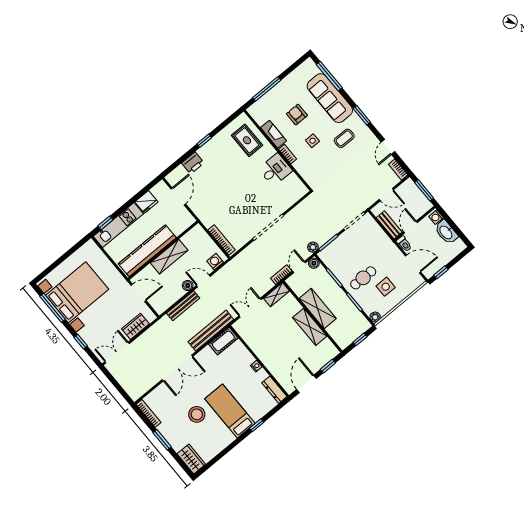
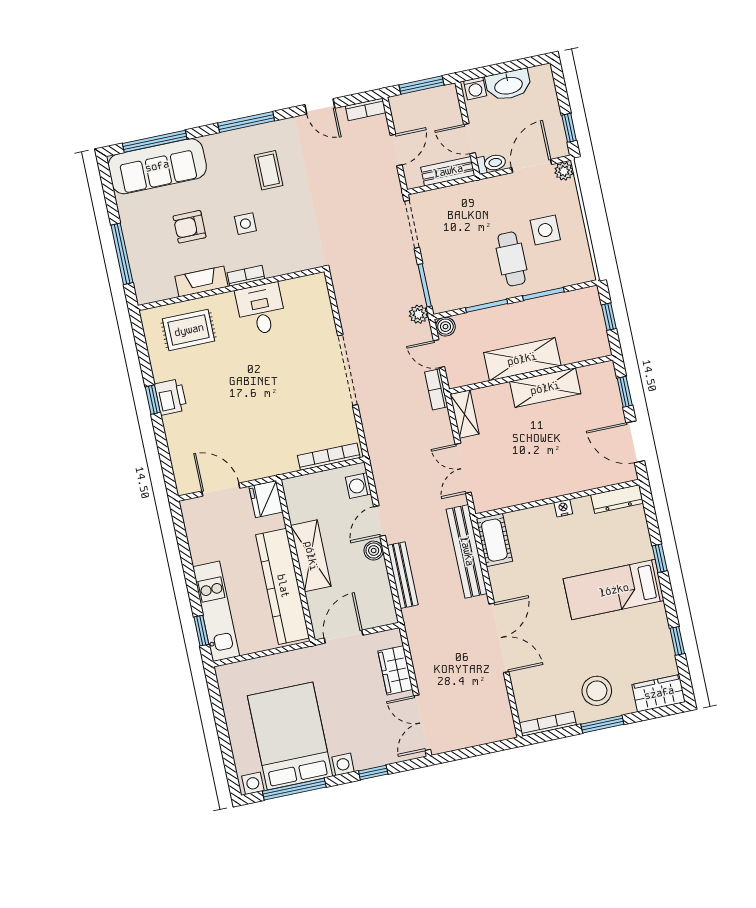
sofa: (330, 98) -> (157, 166), moved
window: (362, 115) -> (246, 122), width x1.44
printer: (193, 163) -> (171, 397), moved
fridge: (146, 202) -> (266, 499), moved, turned 180
plant: (375, 317) -> (564, 171), moved
stool: (197, 414) -> (597, 691), moved
window: (221, 455) -> (677, 641), added

